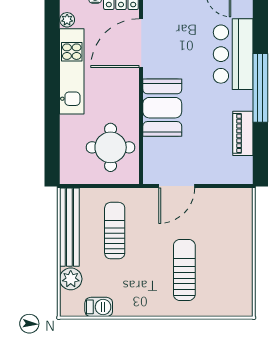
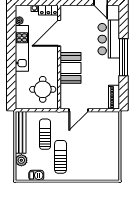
piano: (243, 133) -> (114, 97), moved
sun lounger: (184, 270) -> (61, 157), moved

